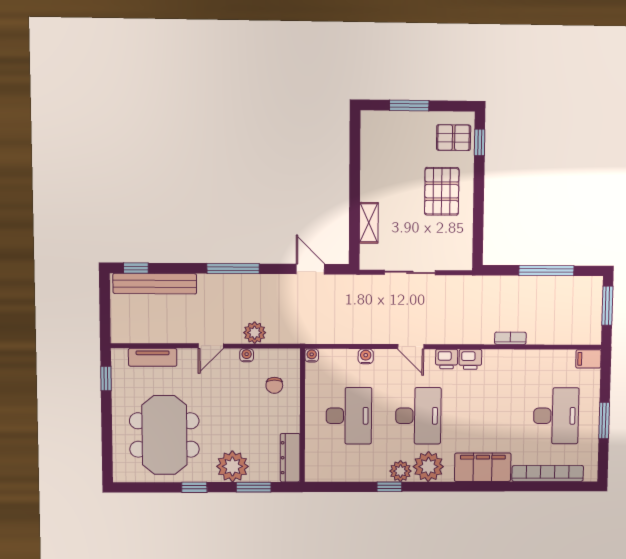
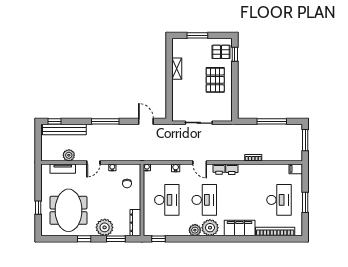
shelving: (369, 223) -> (177, 69), moved
plant: (255, 333) -> (69, 155), moved
window: (106, 378) -> (38, 208), moved
window: (389, 487) -> (159, 239), moved

